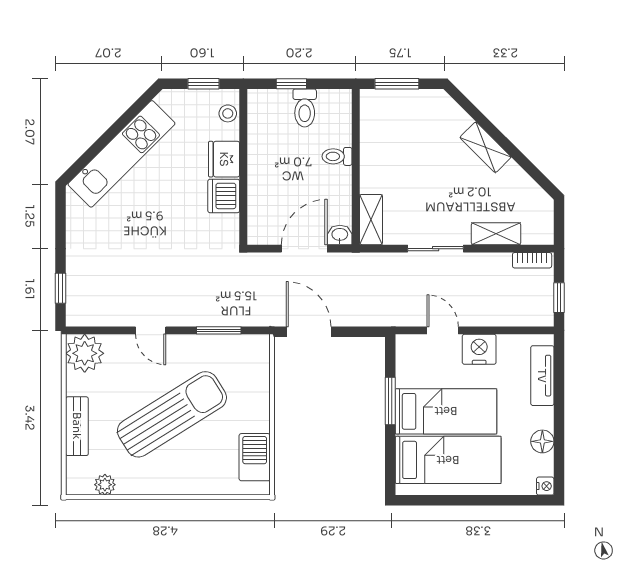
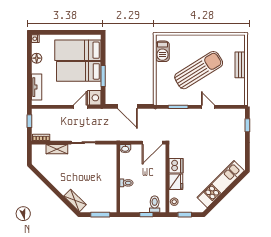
toilet: (305, 108) -> (155, 204), moved
shelving: (486, 147) -> (75, 200), moved
shelving: (371, 220) -> (112, 155), removed
door: (304, 249) -> (152, 143), moved
door: (443, 330) -> (80, 107), swing flipped
door: (309, 332) -> (127, 106), moved
nightstand: (479, 349) -> (94, 98), moved, turned -90
plant: (85, 353) -> (237, 97), removed
sun lounger: (172, 414) -> (199, 70), turned 180
plant: (105, 485) -> (228, 39), removed

